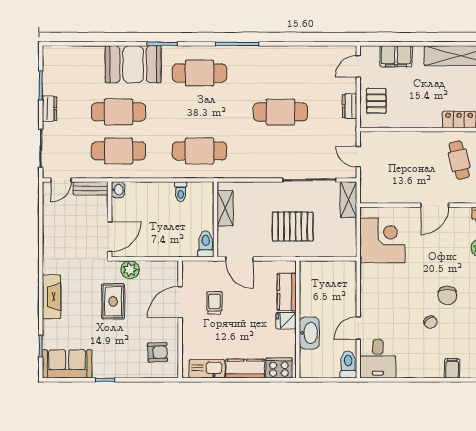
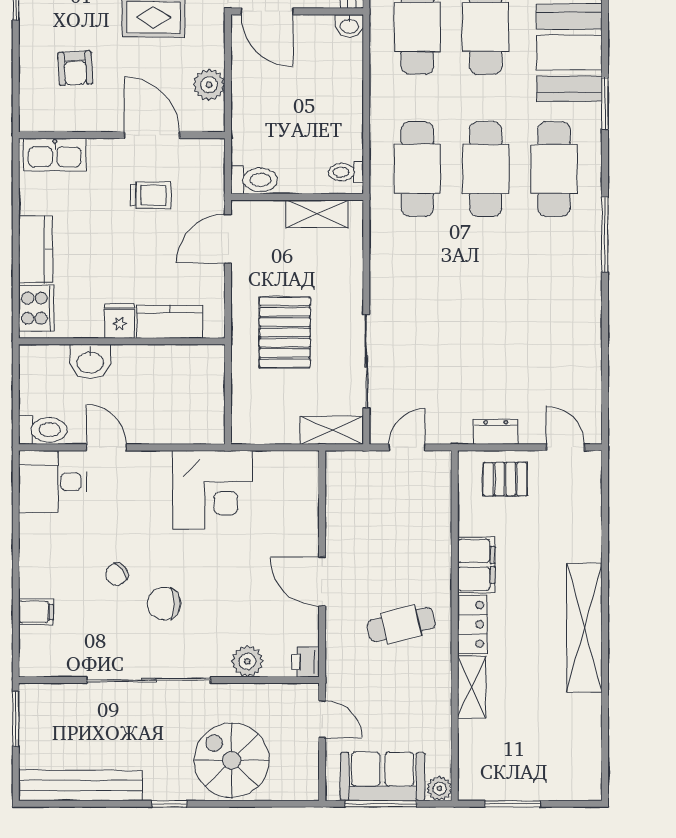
filing cabinet: (396, 56) -> (476, 565), moved, turned 180
cafe table: (280, 112) -> (486, 169), moved
toilet: (181, 192) -> (346, 172), moved
corner desk: (382, 240) -> (212, 490), moved
plant: (130, 270) -> (209, 85), moved
washbasin: (309, 333) -> (90, 361), width x0.72
armchair: (157, 352) -> (75, 68), moved
kitchen sink: (207, 369) -> (55, 154), moved, turned 90

